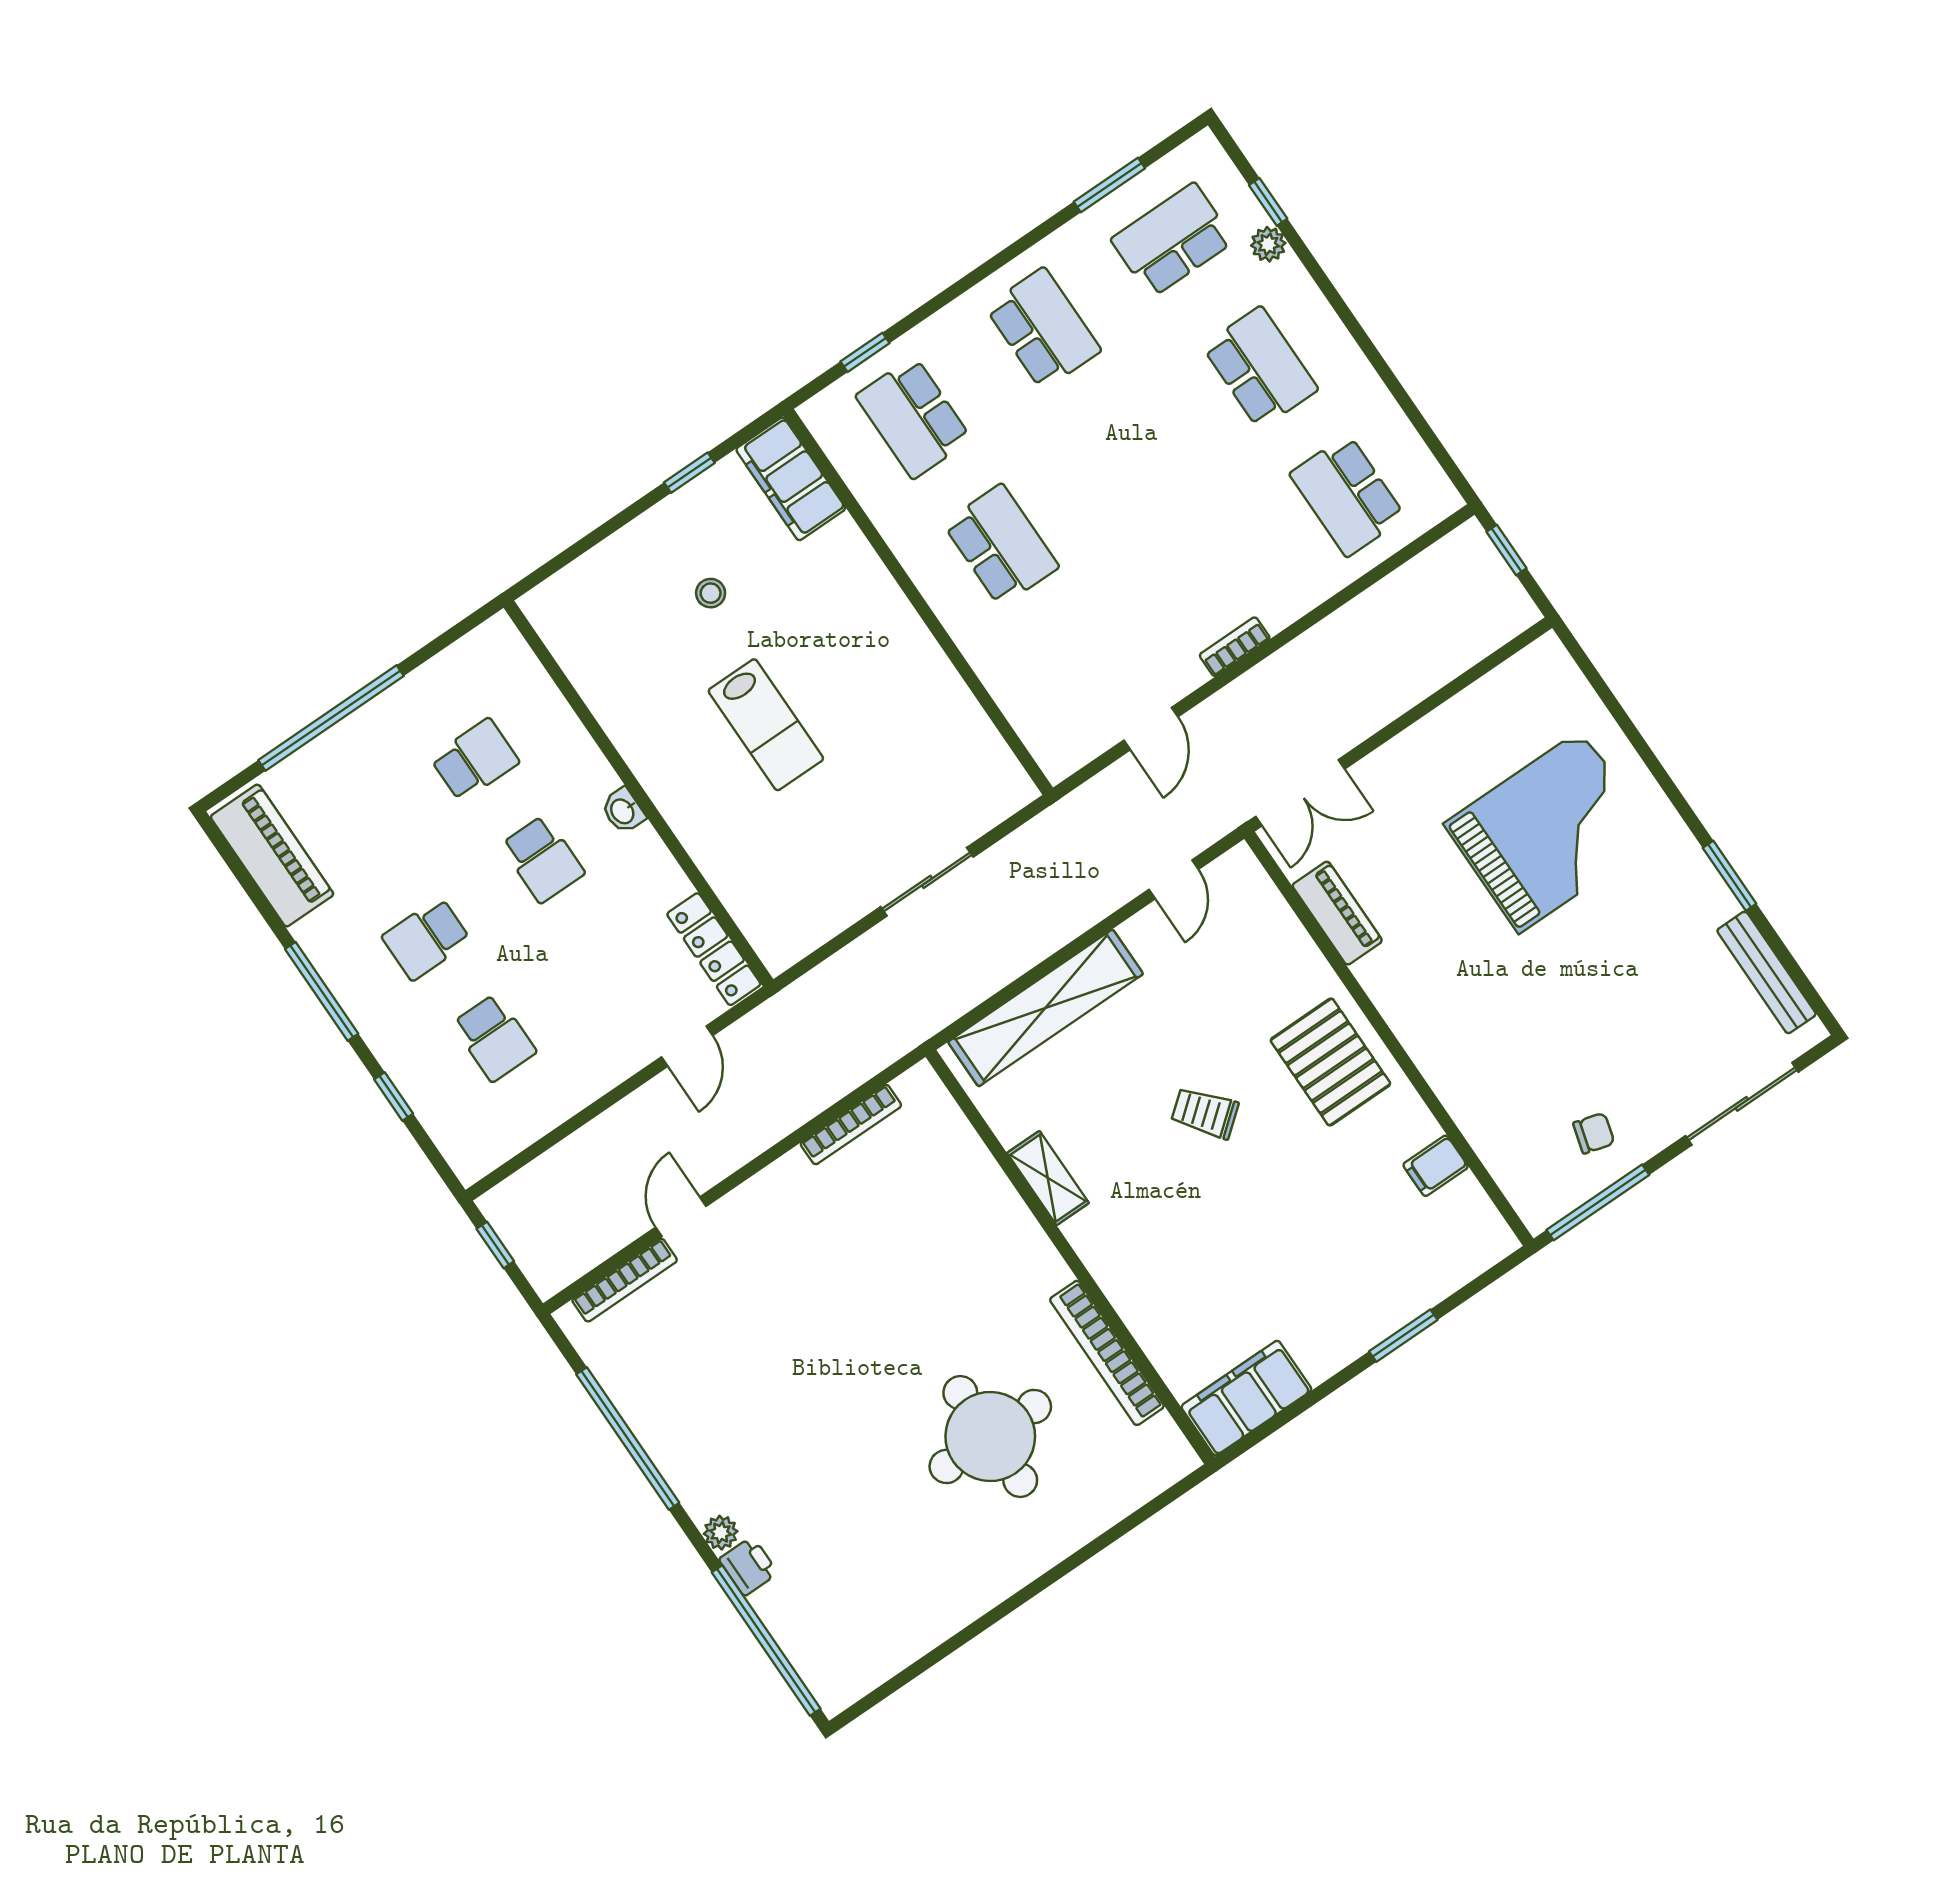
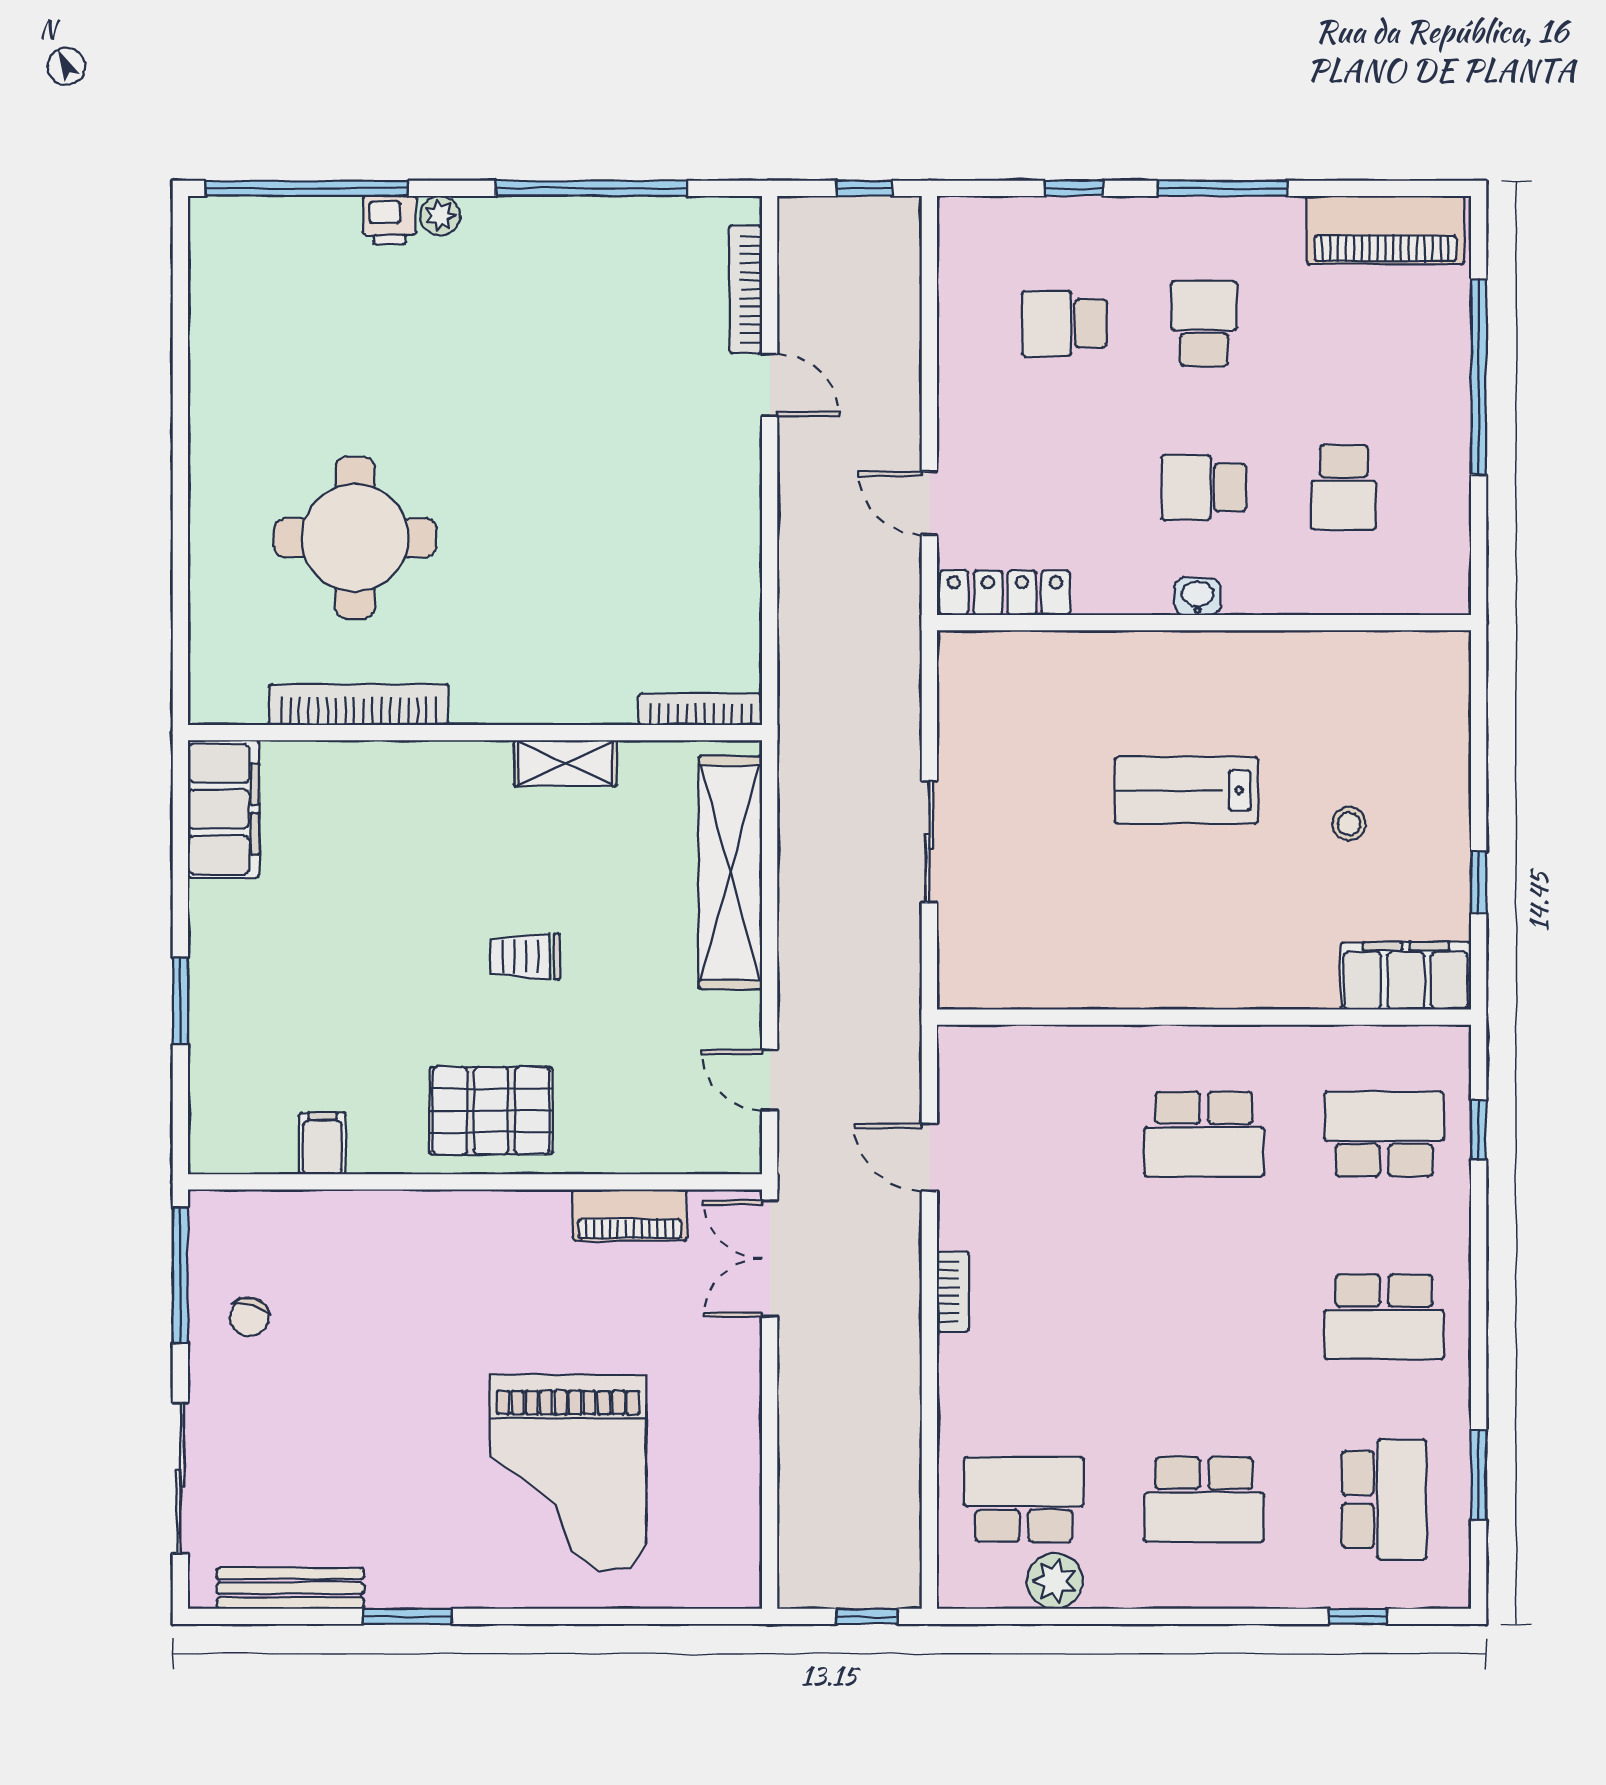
plant: (1268, 244) -> (1055, 1581), moved, width x1.38, depth x1.38
trolley: (1205, 1113) -> (525, 957), turned -141
bookcase: (851, 1125) -> (700, 709), moved, turned 90

